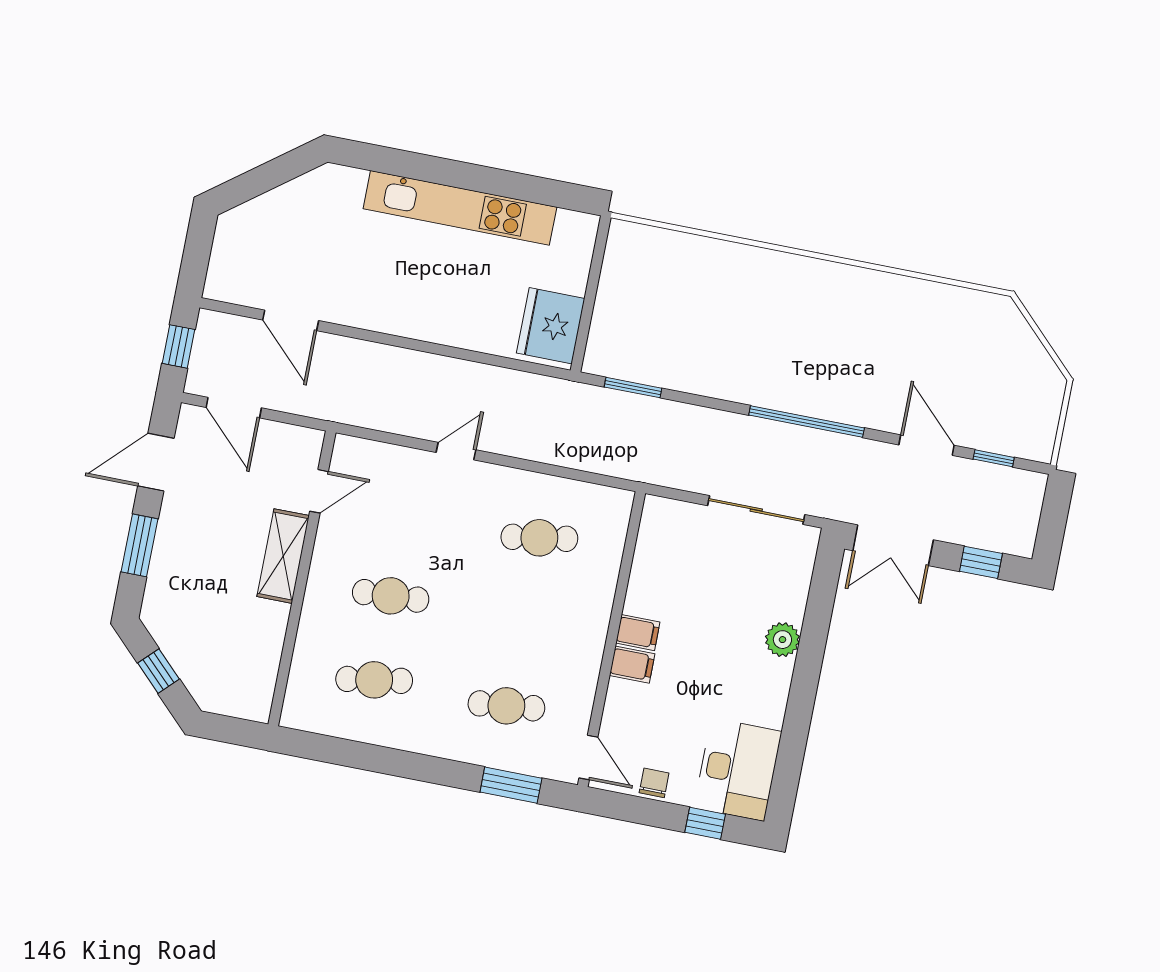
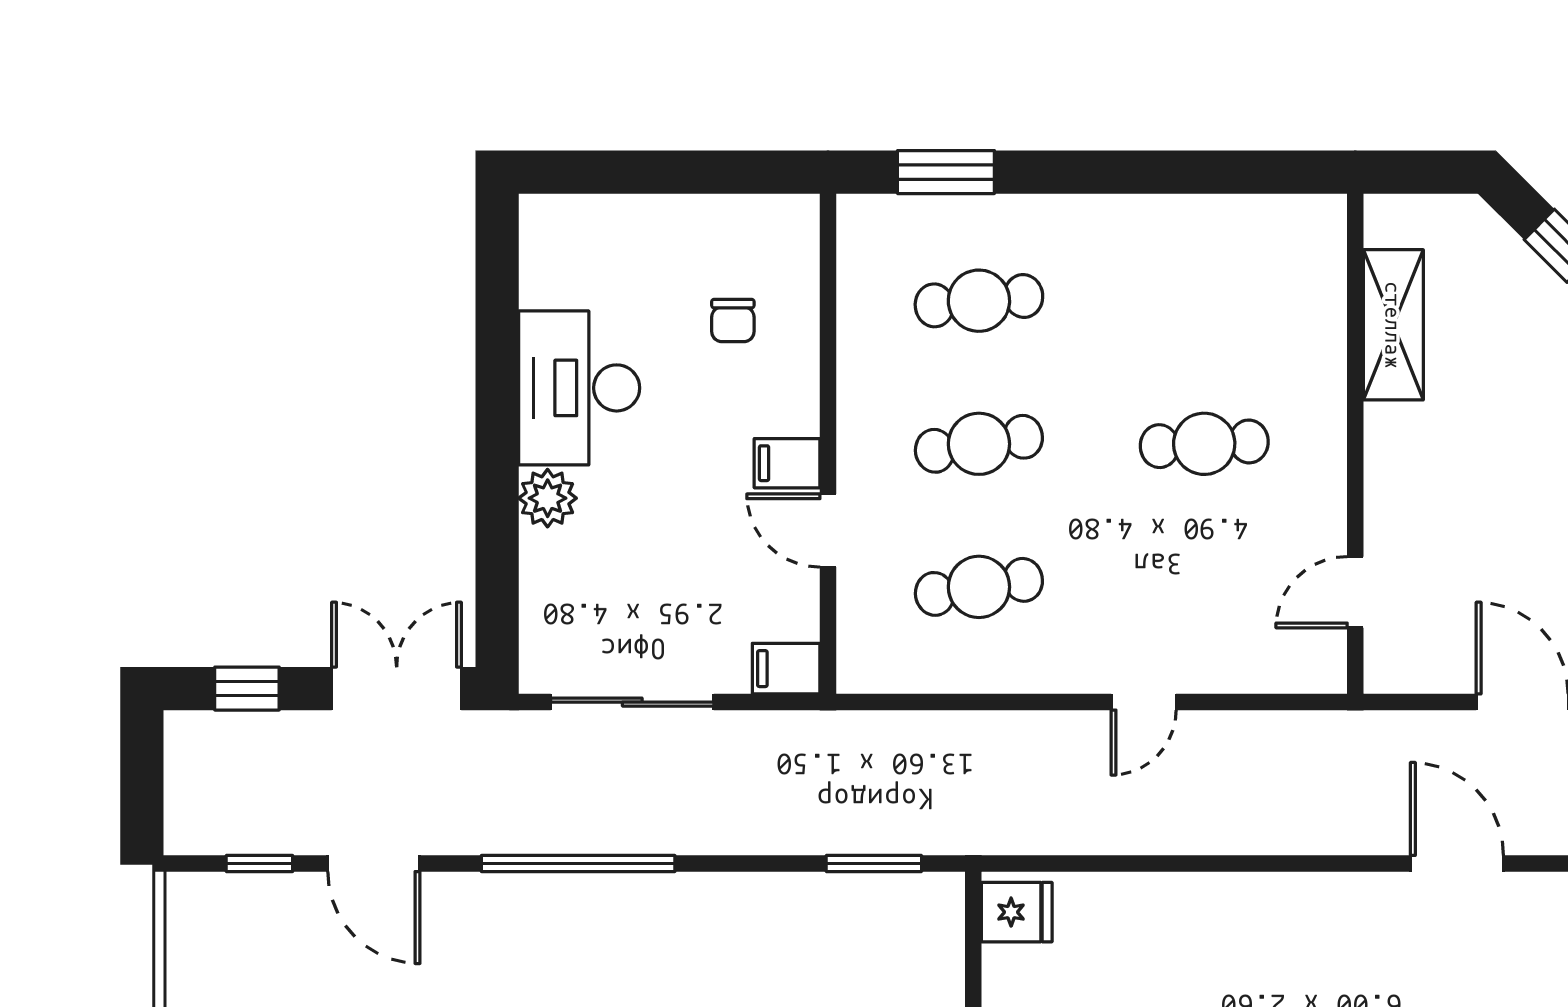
fridge: (551, 326) -> (1017, 912), width x0.53, depth x0.75
shelving: (283, 556) -> (1393, 325), moved
filing cabinet: (632, 665) -> (786, 669), moved
cafe table: (374, 680) -> (979, 444), moved
door: (588, 758) -> (828, 530), moved
desk: (738, 770) -> (579, 388), moved
chair: (654, 783) -> (733, 320), moved
window: (705, 823) -> (615, 172), removed

